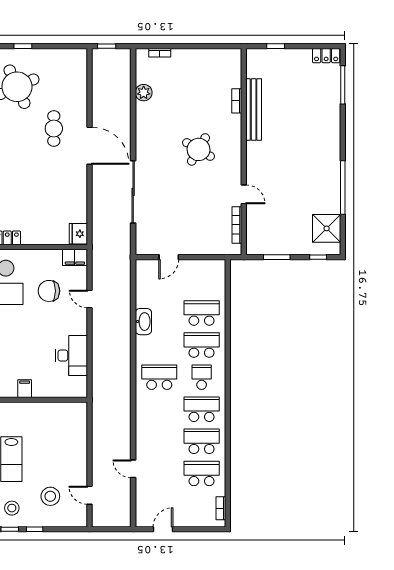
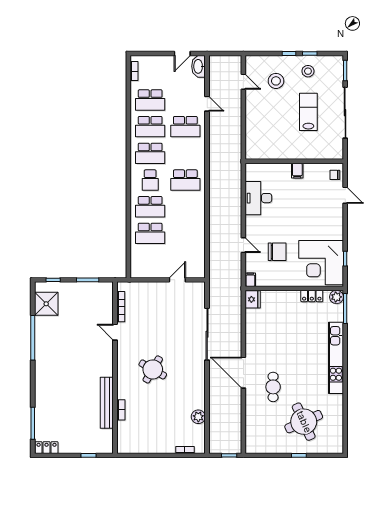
filing cabinet: (75, 257) -> (250, 280), width x0.50
washbasin: (143, 322) -> (199, 66), moved
school desk: (159, 441) -> (185, 127), added

